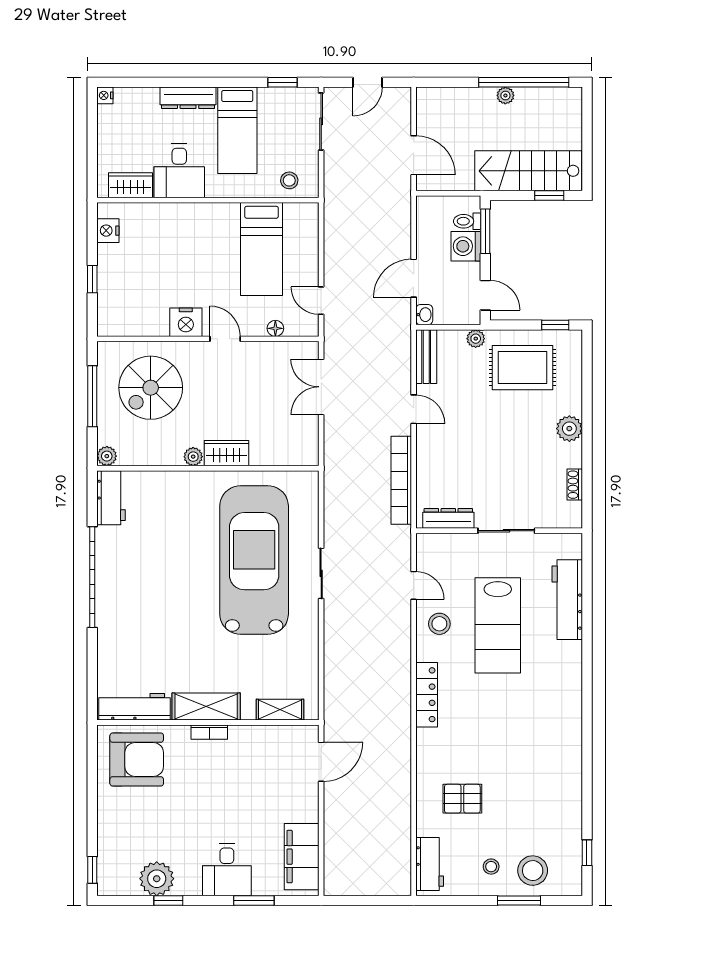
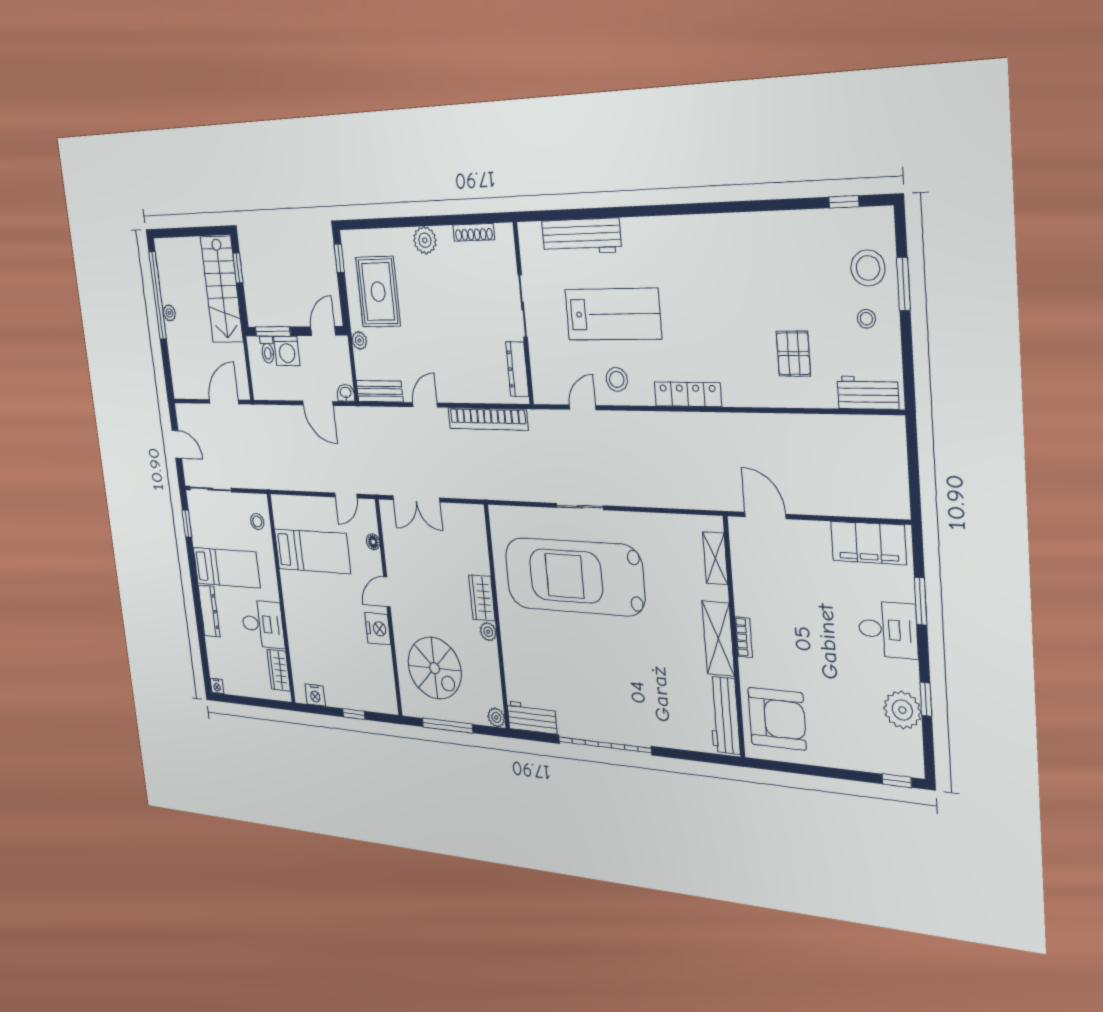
shoe rack: (575, 485) -> (474, 232), width x1.43
armchair: (137, 760) -> (777, 719), turned 90

